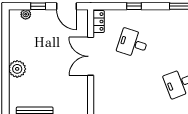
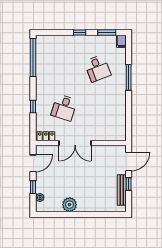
plant: (17, 69) -> (70, 205), moved

